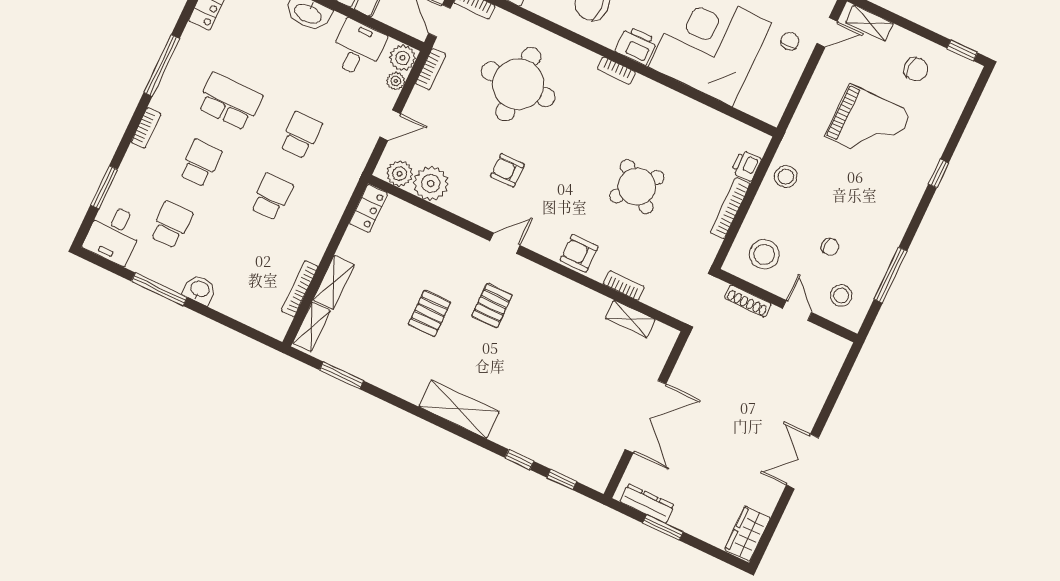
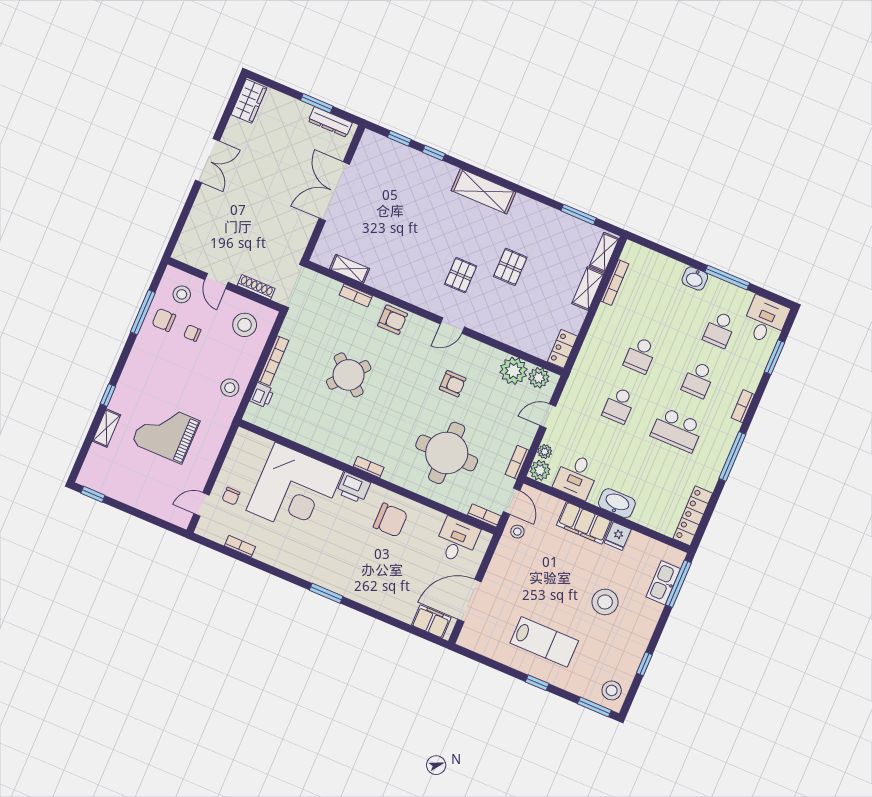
shelving: (870, 23) -> (107, 428), moved, turned 90
chair: (916, 69) -> (164, 320), moved

